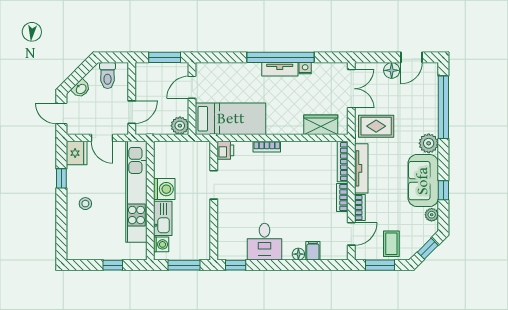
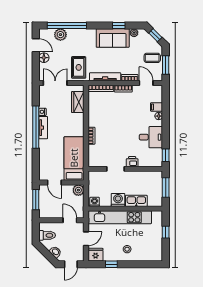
plant: (429, 143) -> (60, 35), moved
printer: (225, 150) -> (132, 162), moved
washing machine: (161, 244) -> (95, 202), moved

